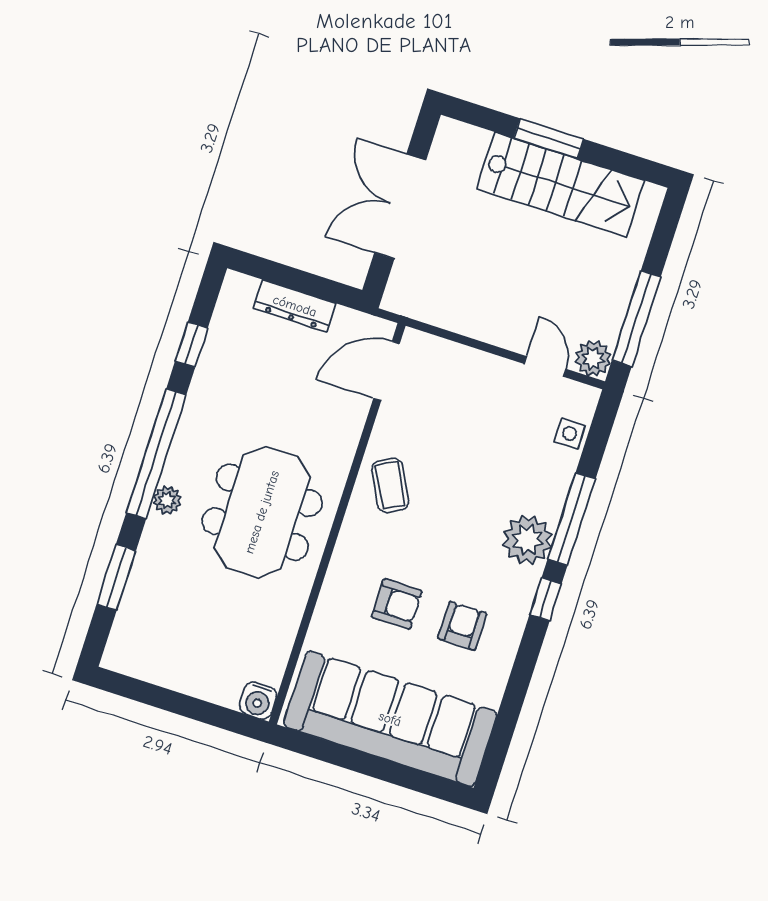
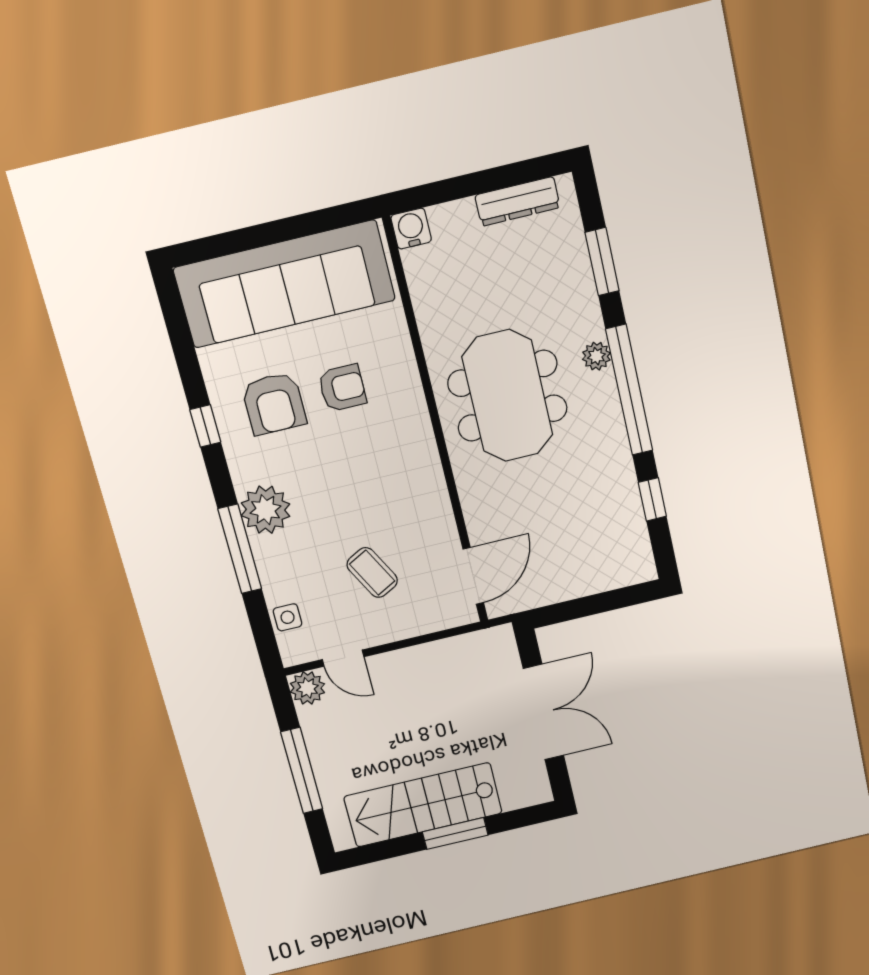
dresser: (295, 306) -> (517, 201), moved, turned 180
window: (636, 319) -> (302, 771), moved
coffee table: (390, 485) -> (372, 573), moved
window: (546, 599) -> (205, 426), moved
armchair: (397, 604) -> (342, 388), turned 180
armchair: (462, 626) -> (274, 404), width x1.38, depth x1.38

